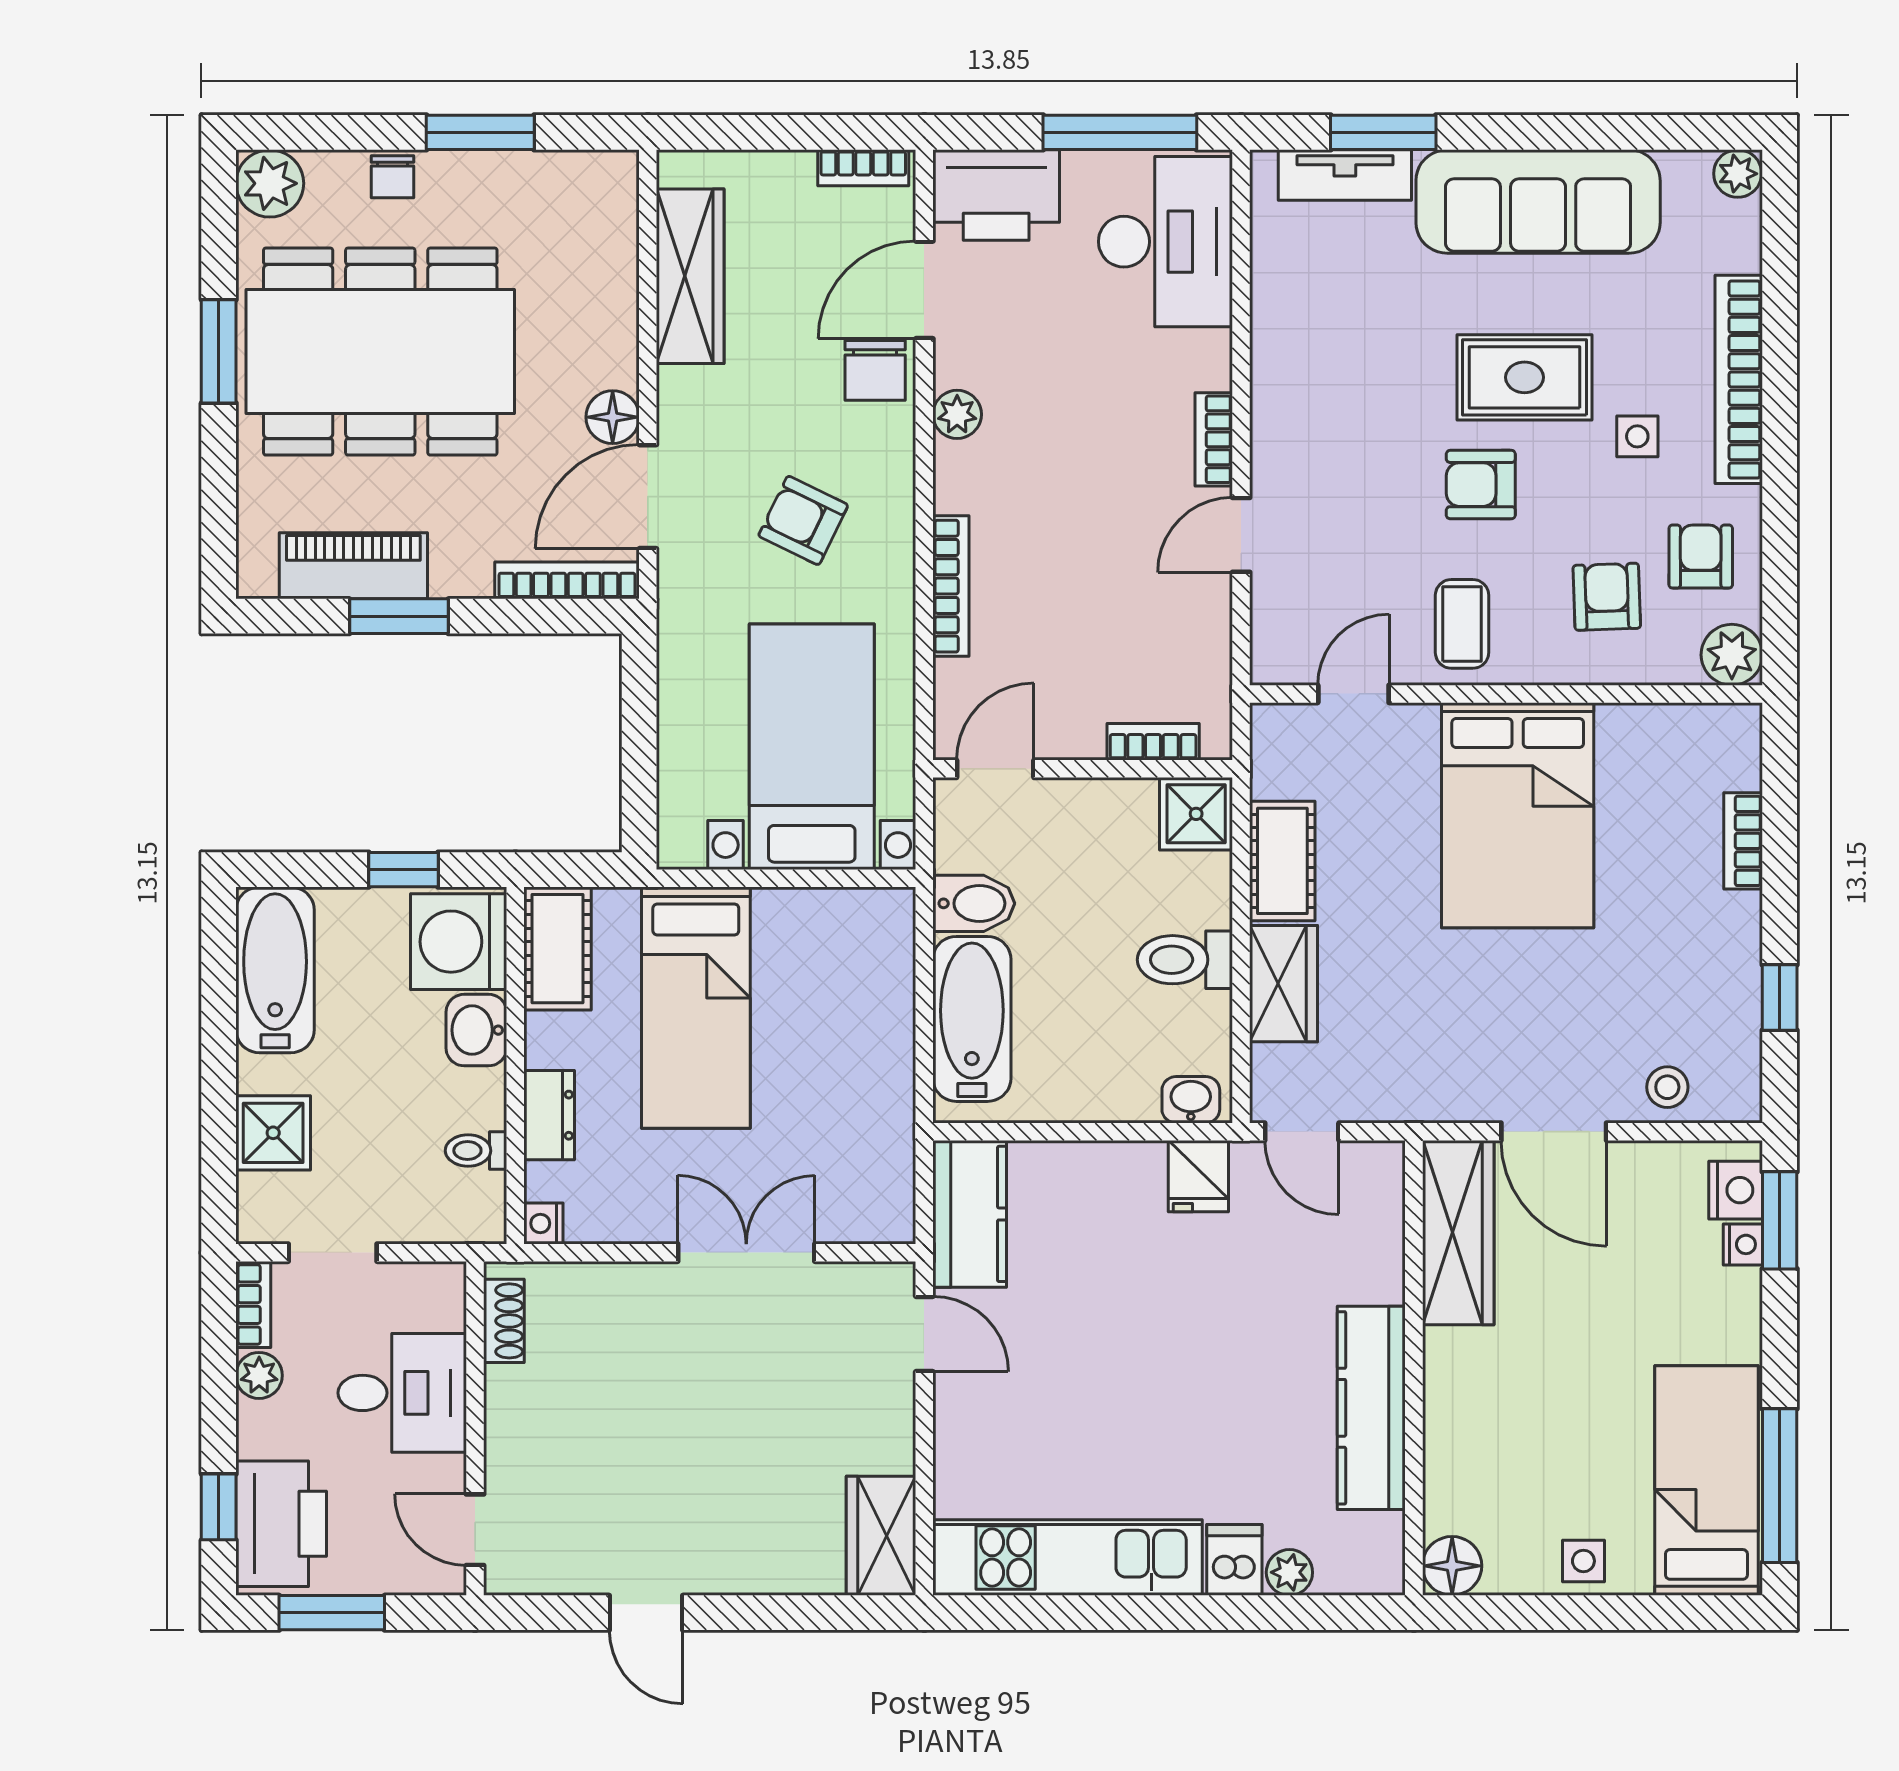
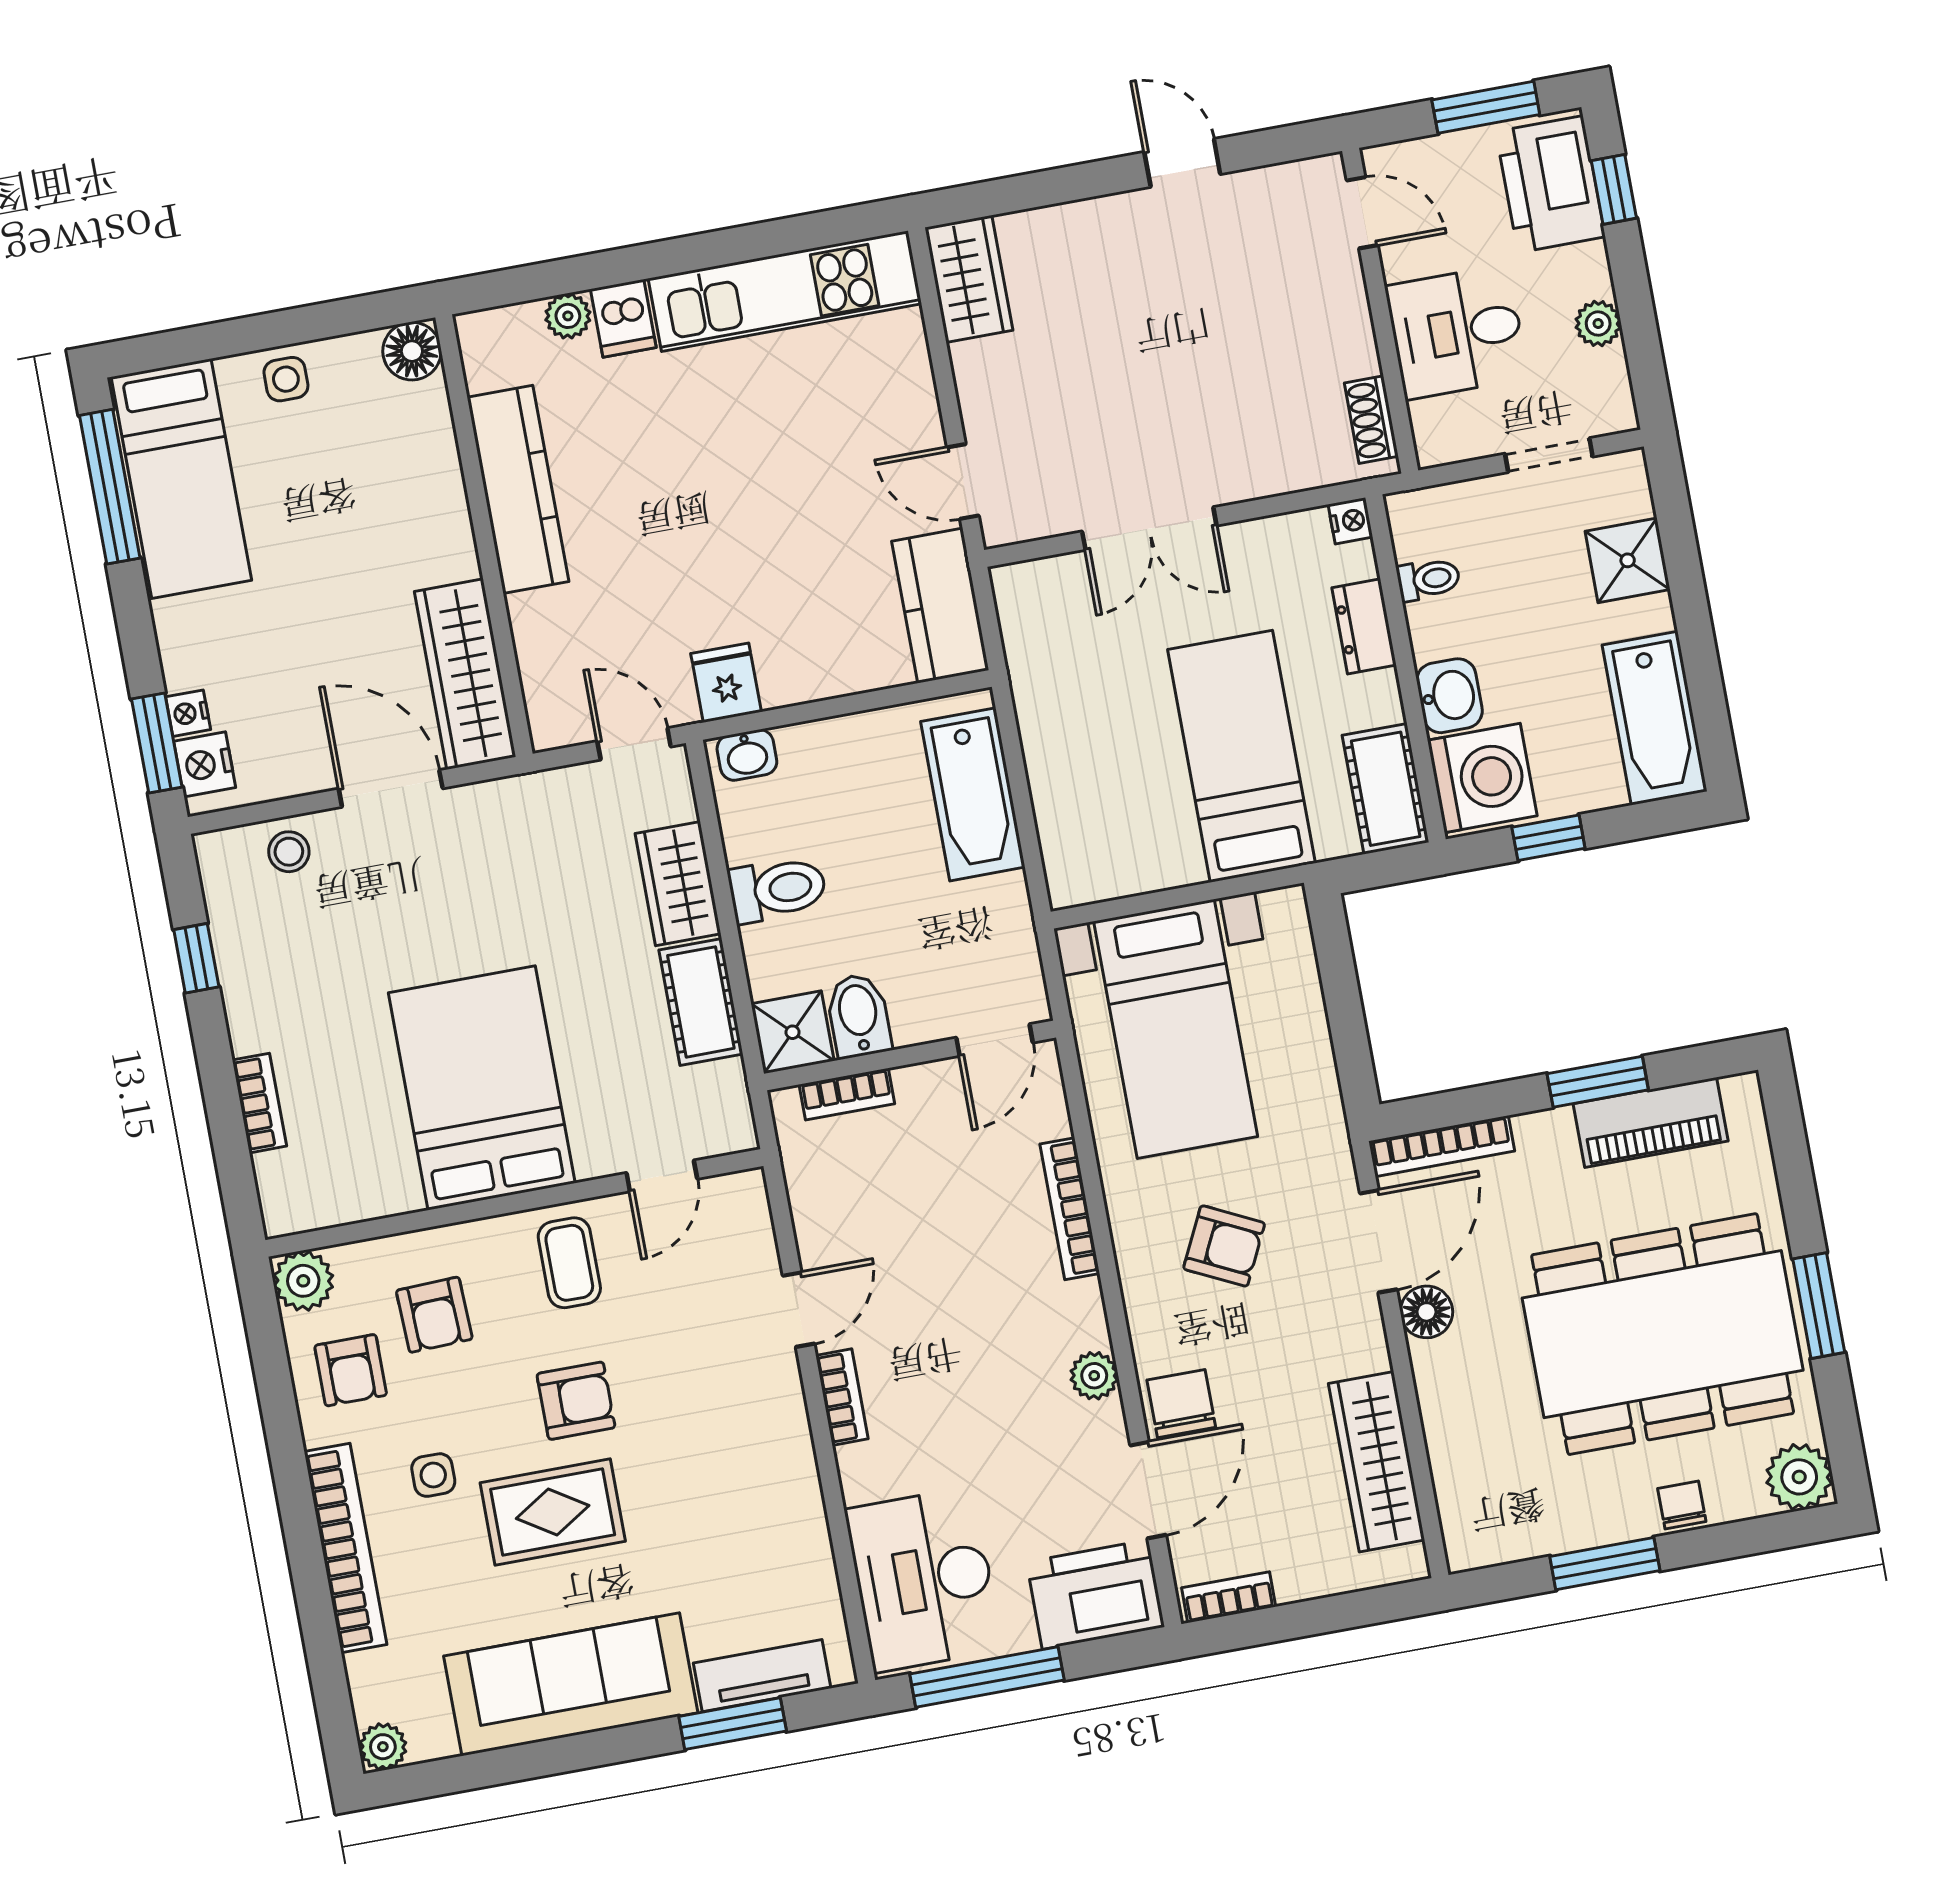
bidet: (974, 903) -> (859, 1016), moved, turned 90
bookcase: (253, 1305) -> (1616, 391), removed

